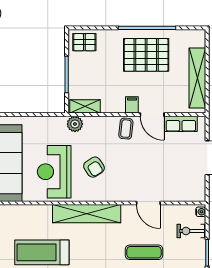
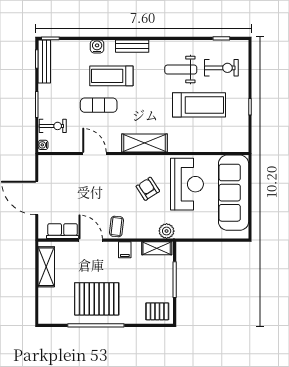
shelving: (197, 78) -> (46, 267), width x0.68
filing cabinet: (132, 105) -> (125, 250), moved
shelving: (87, 214) -> (144, 143), width x0.68

